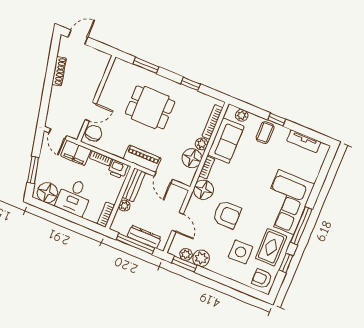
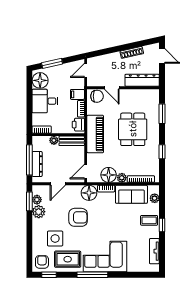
dresser: (97, 72) -> (142, 80), added
filing cabinet: (76, 153) -> (77, 94), width x0.50
piano: (142, 159) -> (95, 134), width x1.37, depth x1.33
door: (163, 178) -> (86, 172), moved
armchair: (227, 215) -> (78, 217), turned -90
window: (286, 263) -> (49, 275), moved

